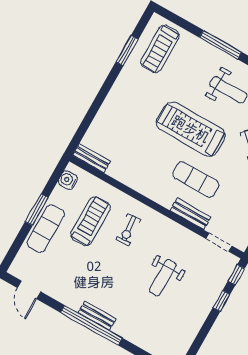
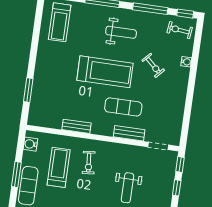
window: (127, 50) -> (28, 90), moved
treadmill: (191, 129) -> (105, 72), turned 180
bench: (92, 158) -> (76, 126), moved

